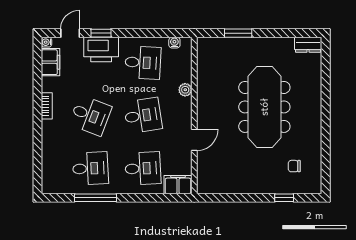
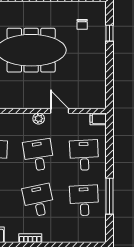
plant: (185, 90) -> (39, 119), moved
desk: (90, 115) -> (38, 200), turned -33
filing cabinet: (178, 185) -> (98, 119), width x0.50

